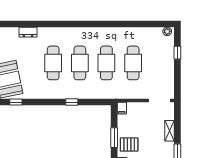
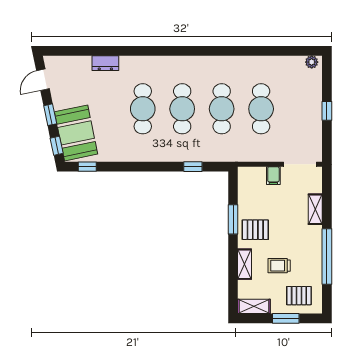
window: (177, 53) -> (327, 111), moved
window: (72, 102) -> (193, 167), moved
filing cabinet: (122, 108) -> (273, 176), moved

